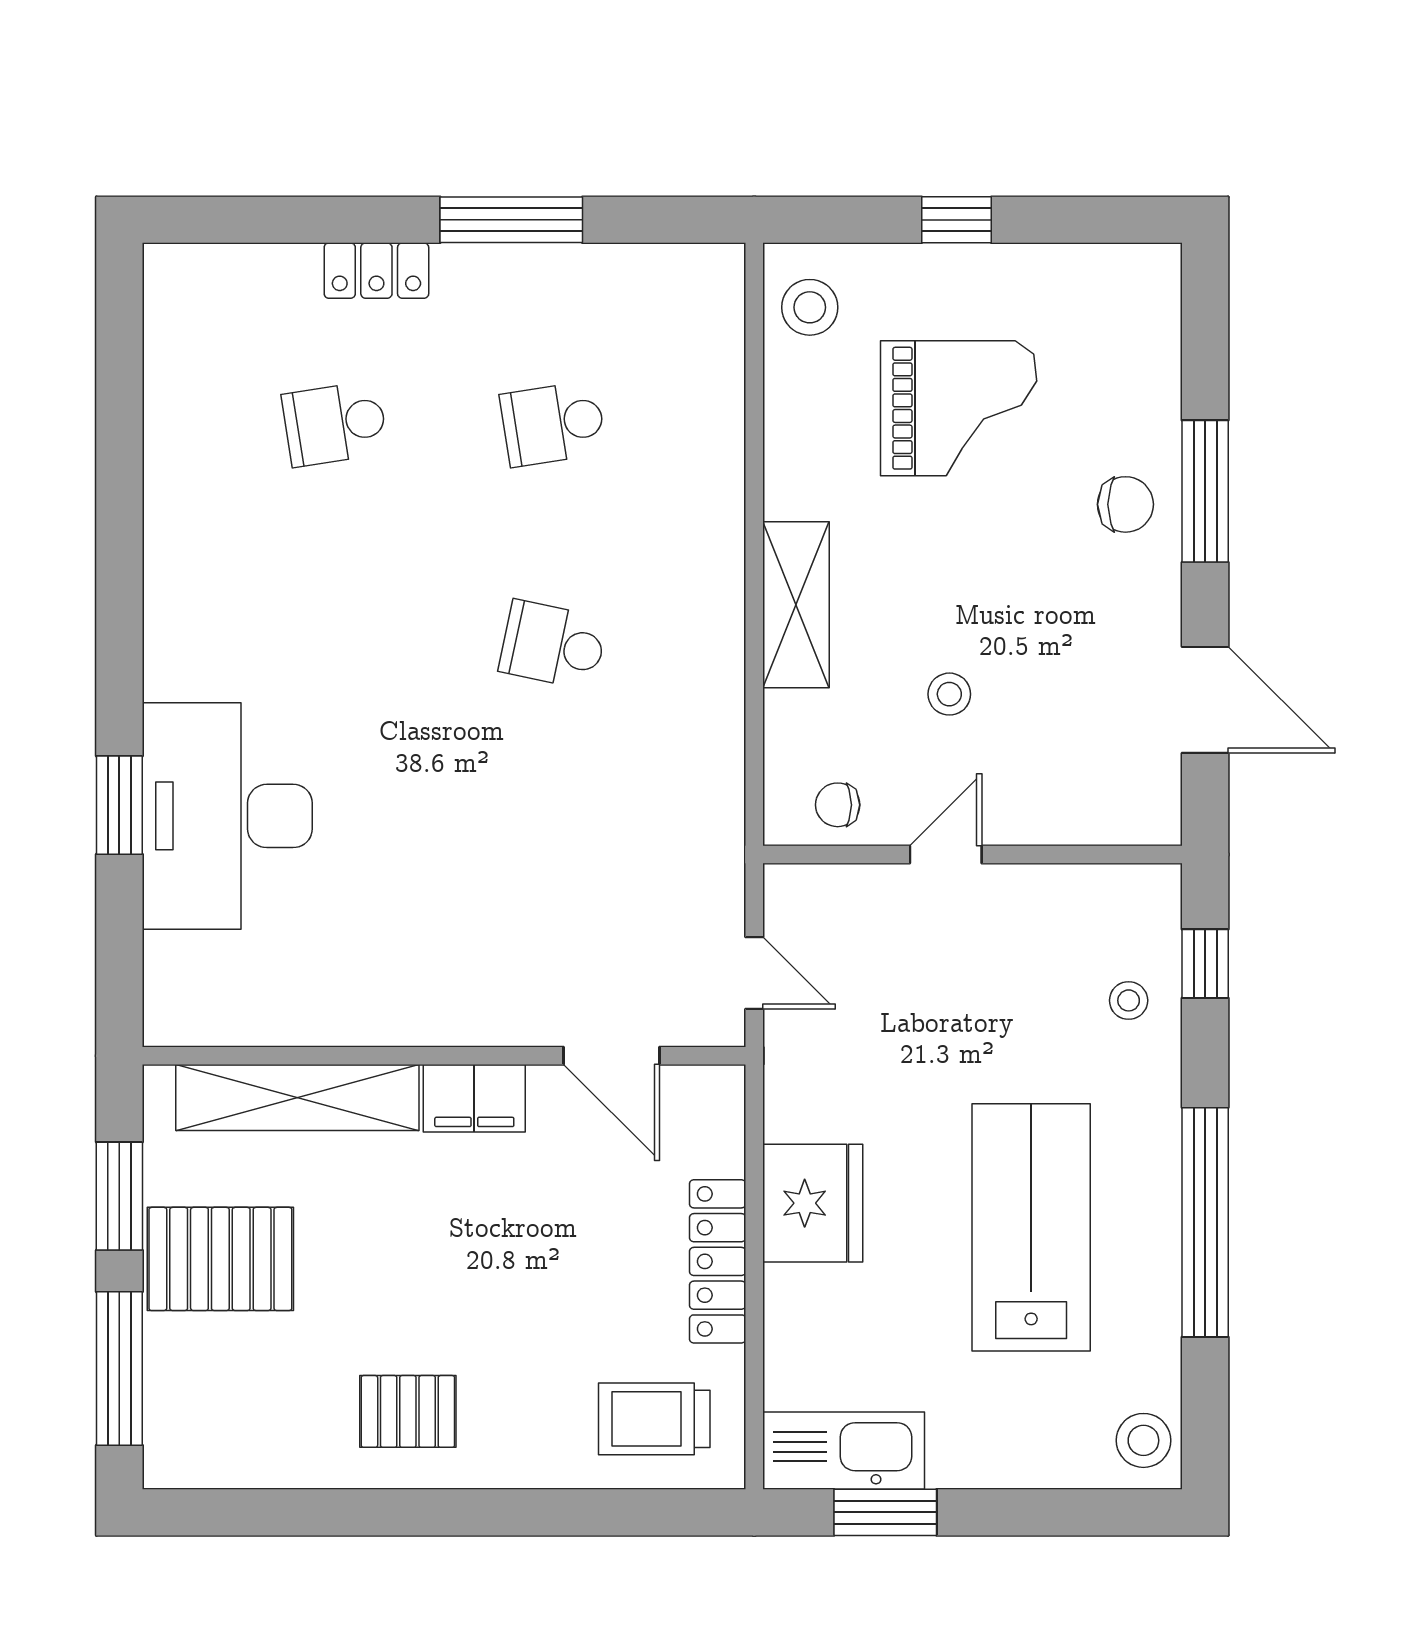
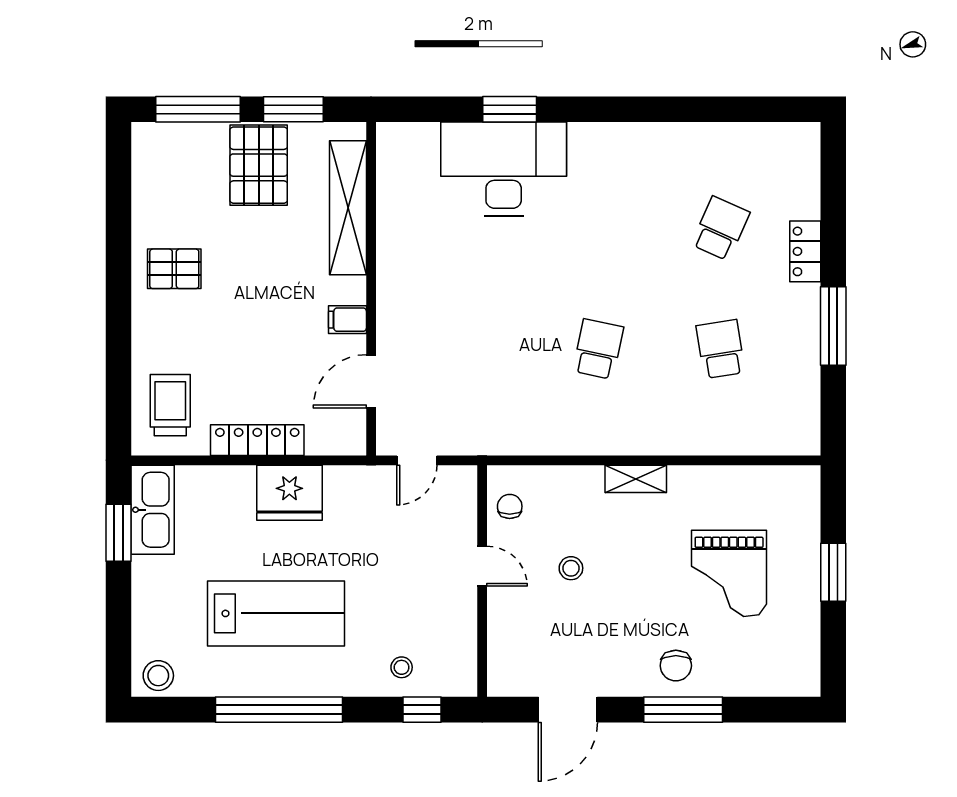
window: (957, 220) -> (833, 572), width x1.50
stool: (810, 307) -> (785, 491), removed
school desk: (335, 424) -> (721, 228), turned 33
shelving: (796, 605) -> (636, 479), width x0.67, depth x0.75
filing cabinet: (474, 1098) -> (347, 320), width x0.50
pallet: (408, 1411) -> (174, 269), turned 90

